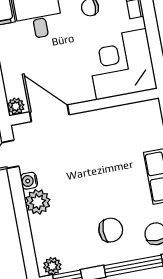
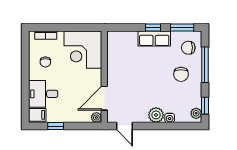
water cooler: (29, 181) -> (170, 118), moved
chair: (111, 230) -> (181, 74), turned 180

